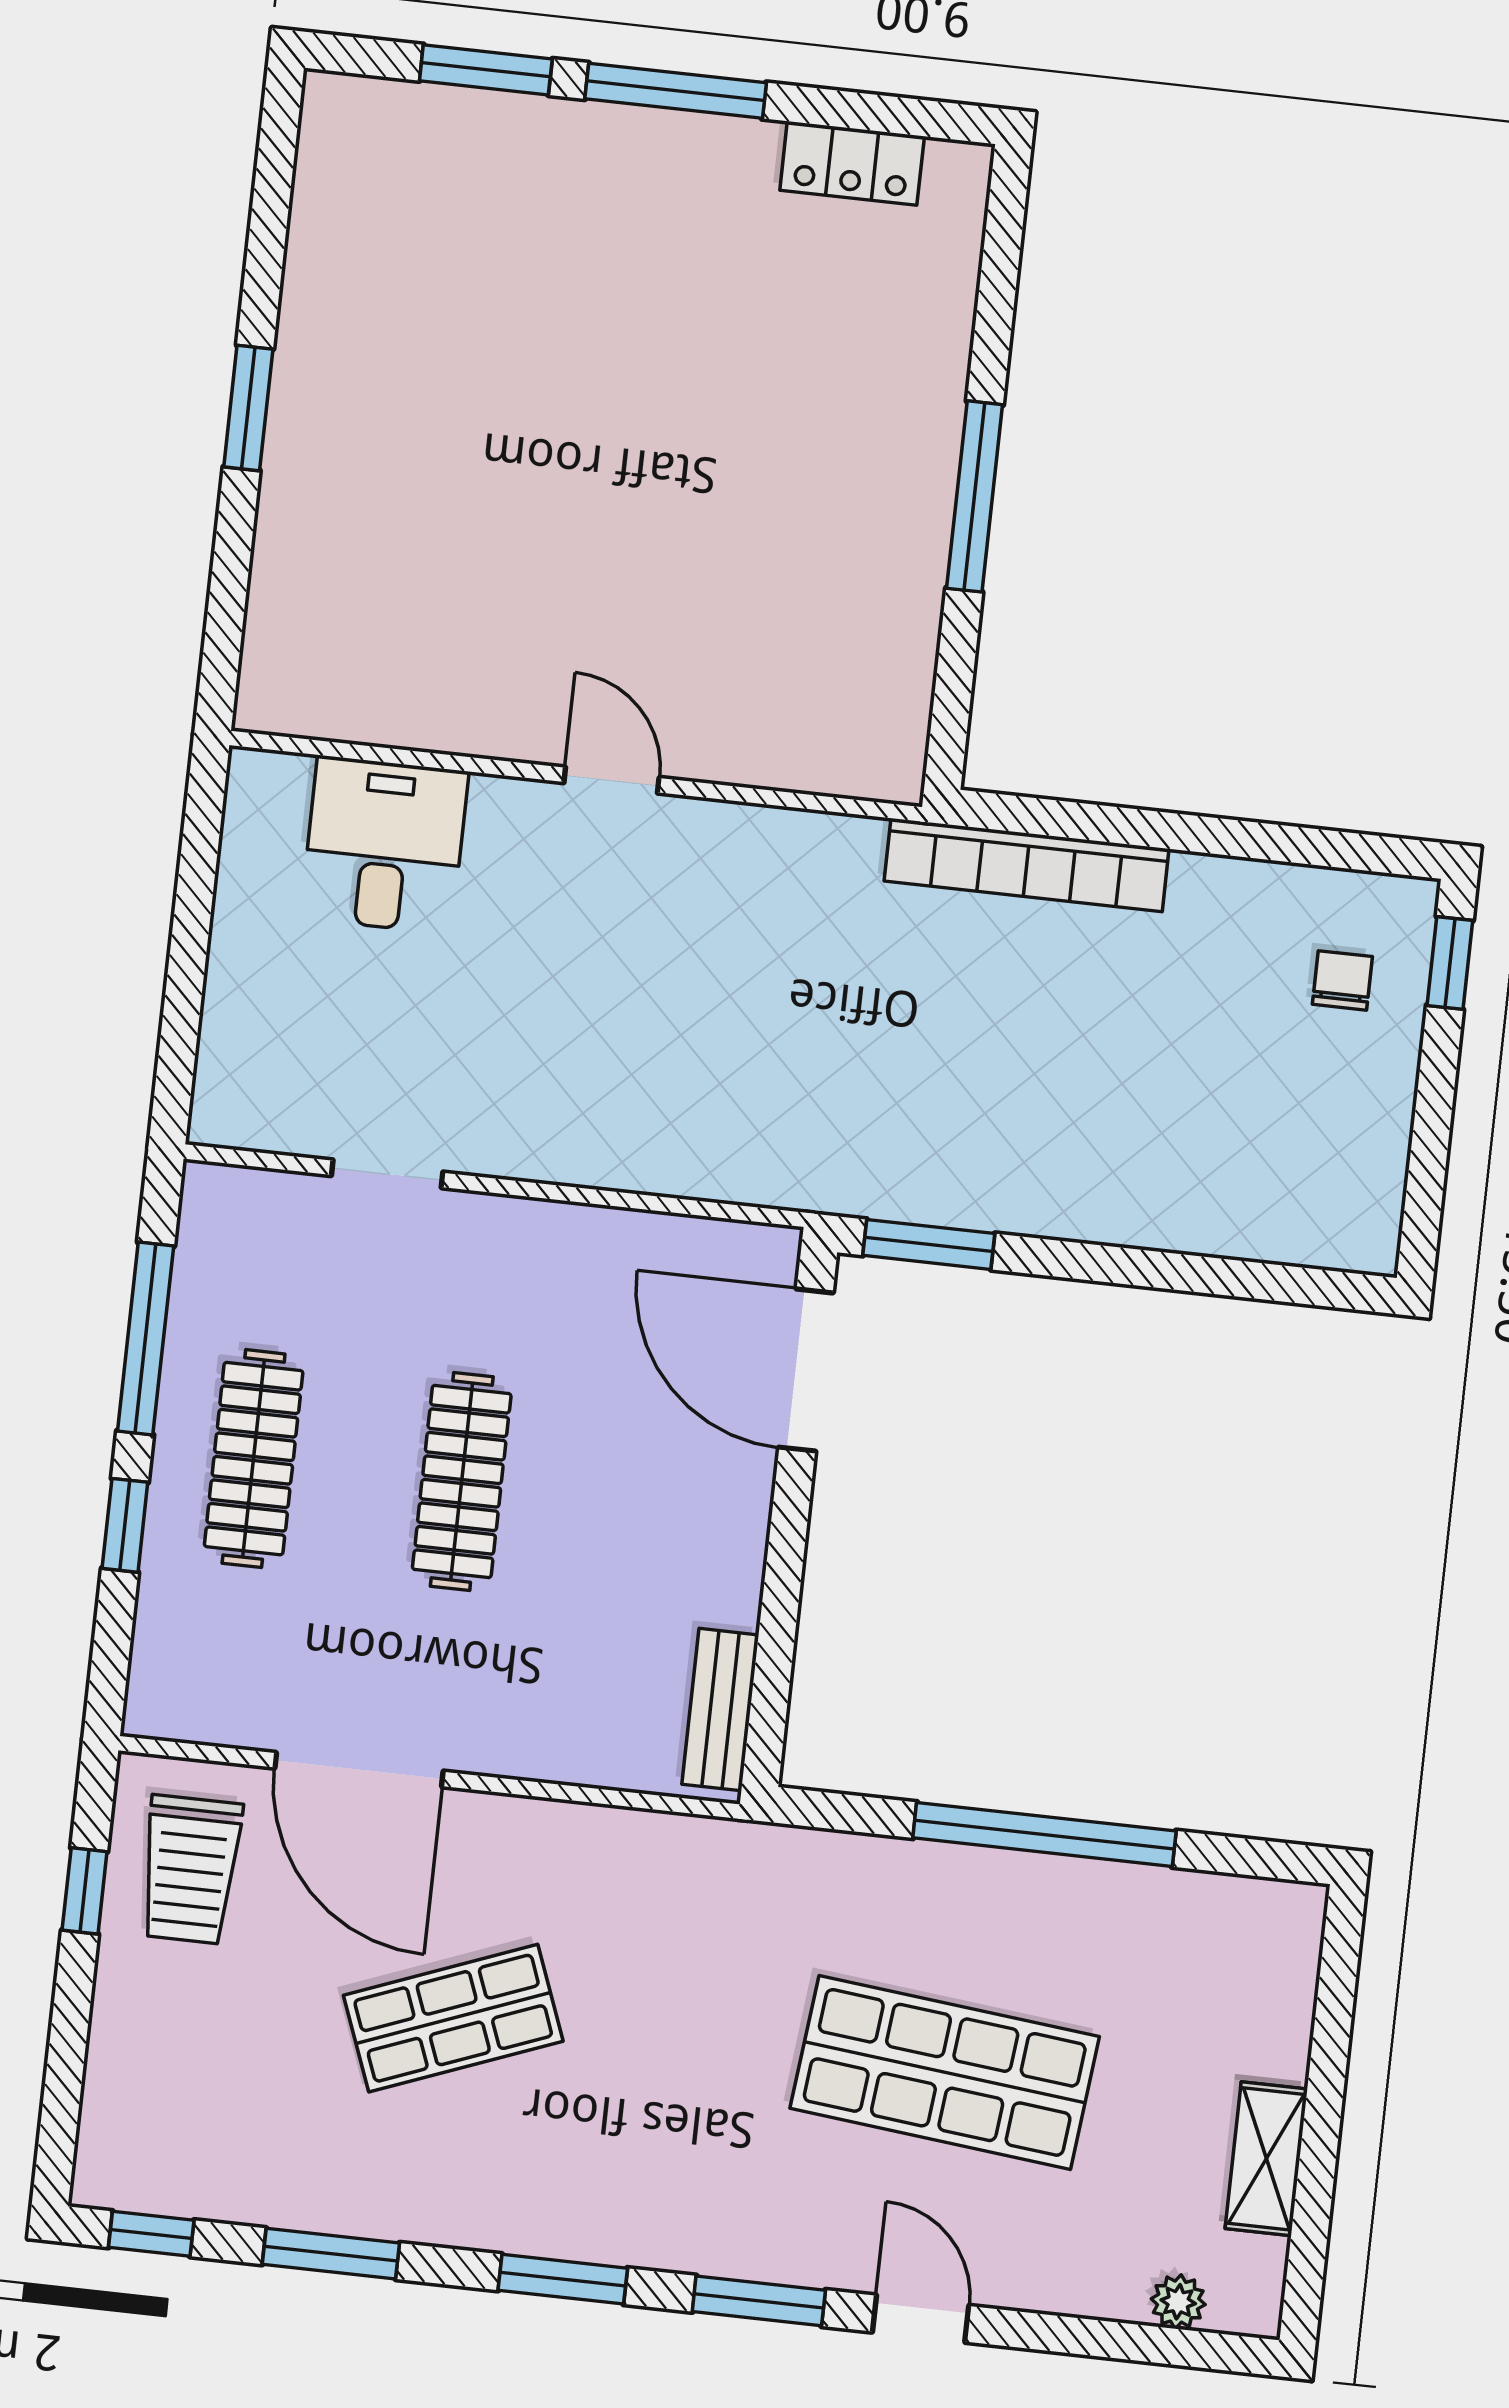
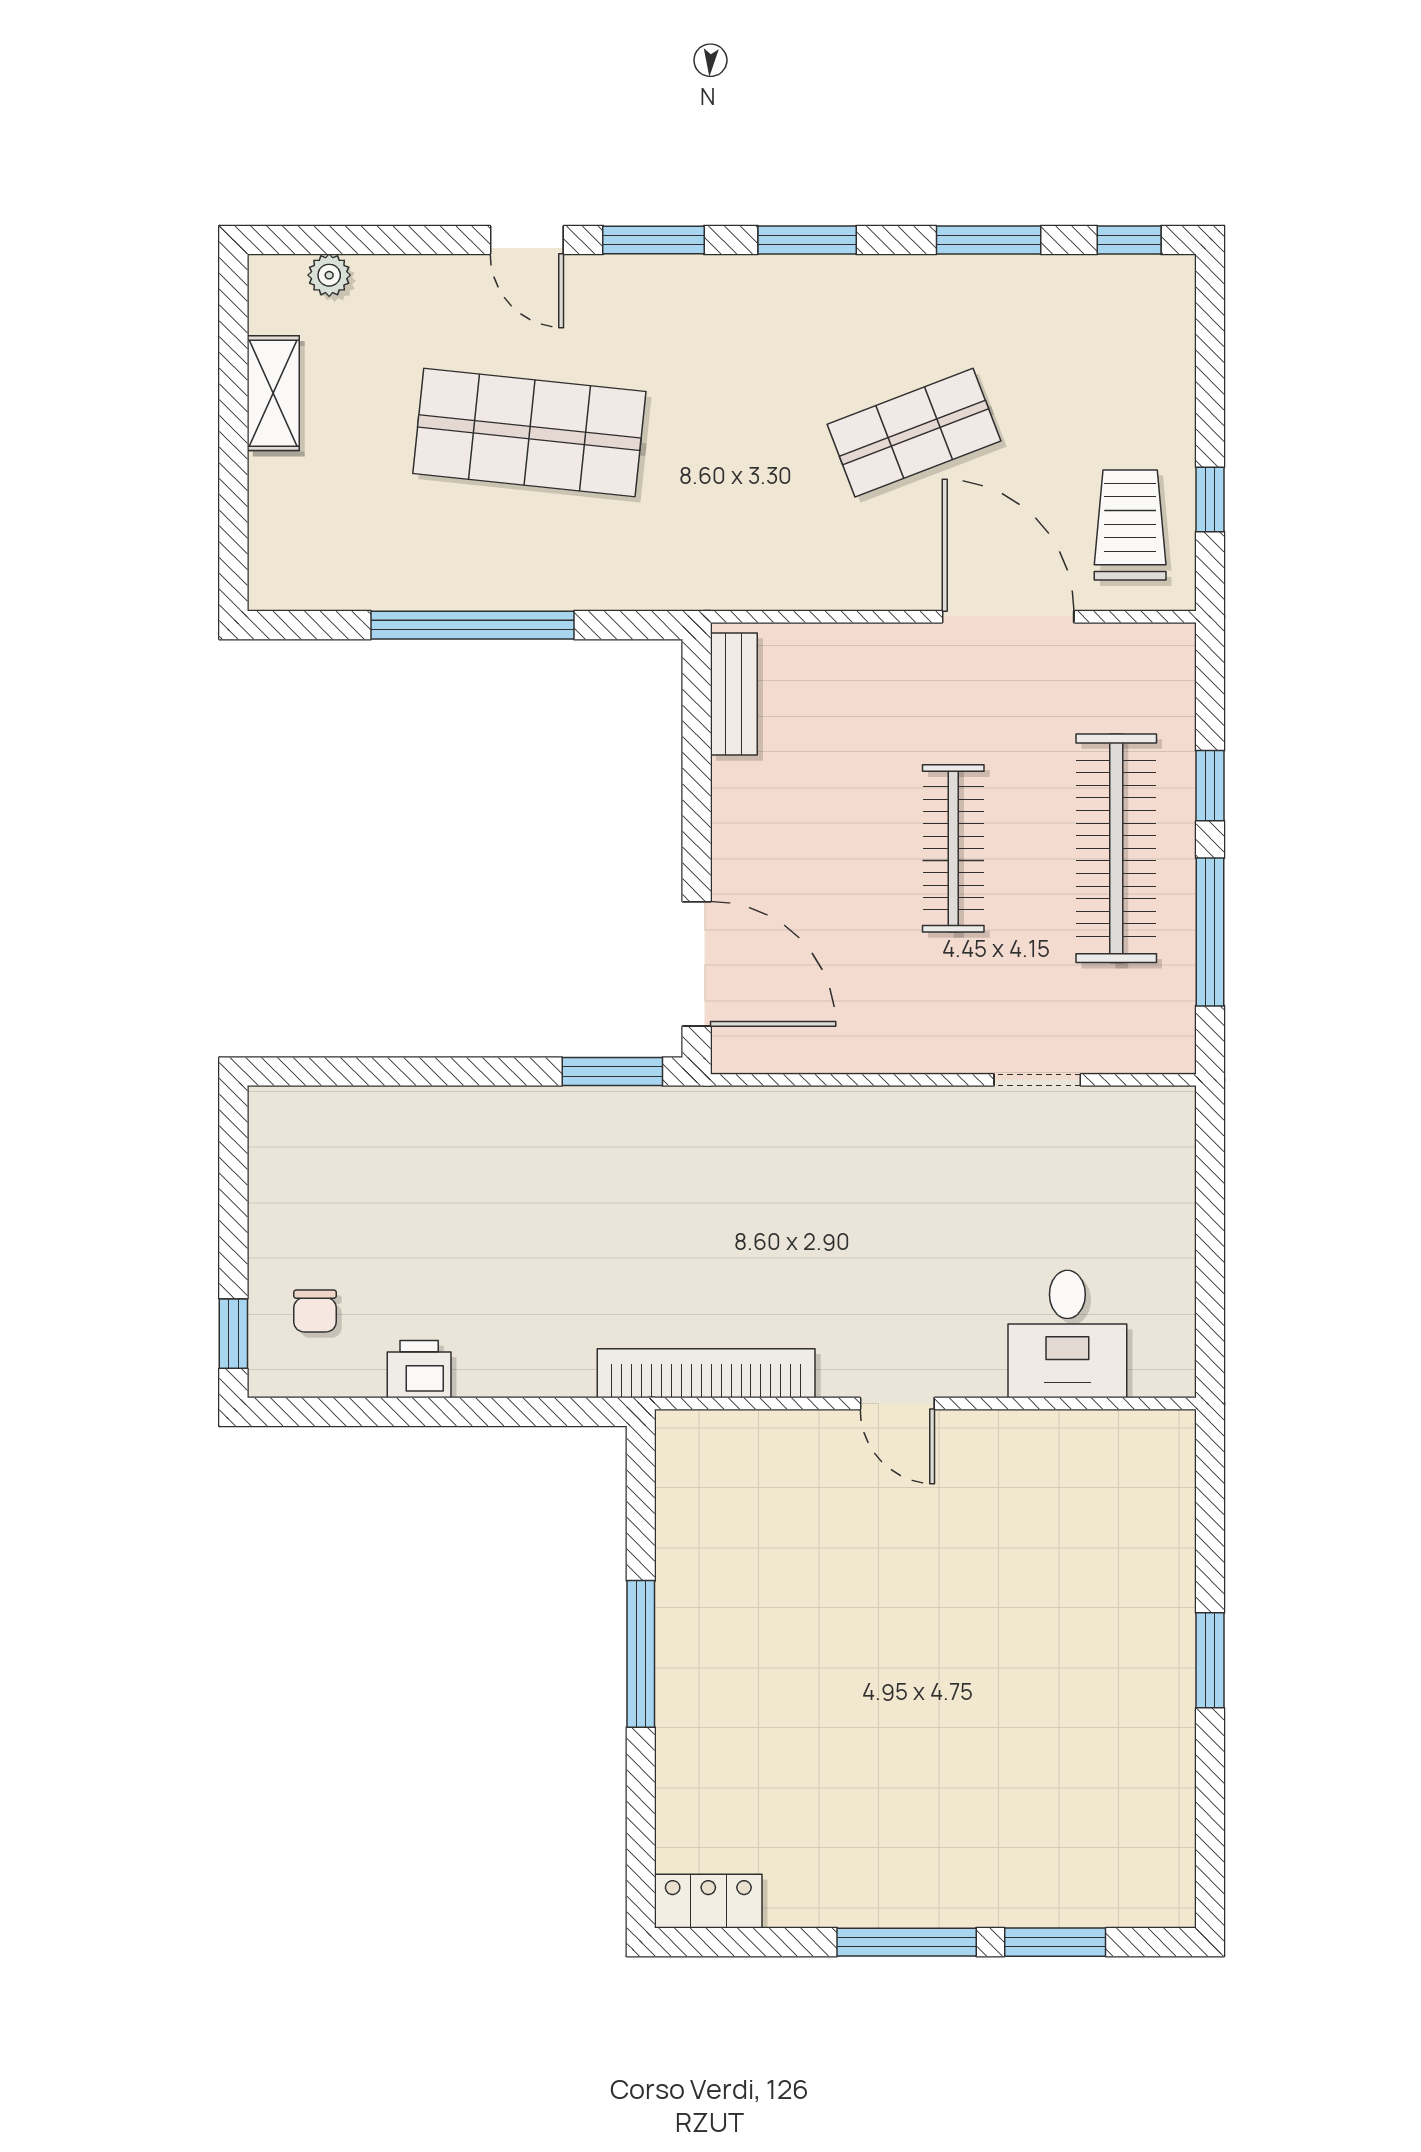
locker: (852, 163) -> (708, 1901), moved
bookcase: (1027, 865) -> (706, 1373), moved
printer: (1218, 891) -> (419, 1369), added
clothes rail: (254, 1459) -> (1116, 848), width x1.37, depth x1.31

